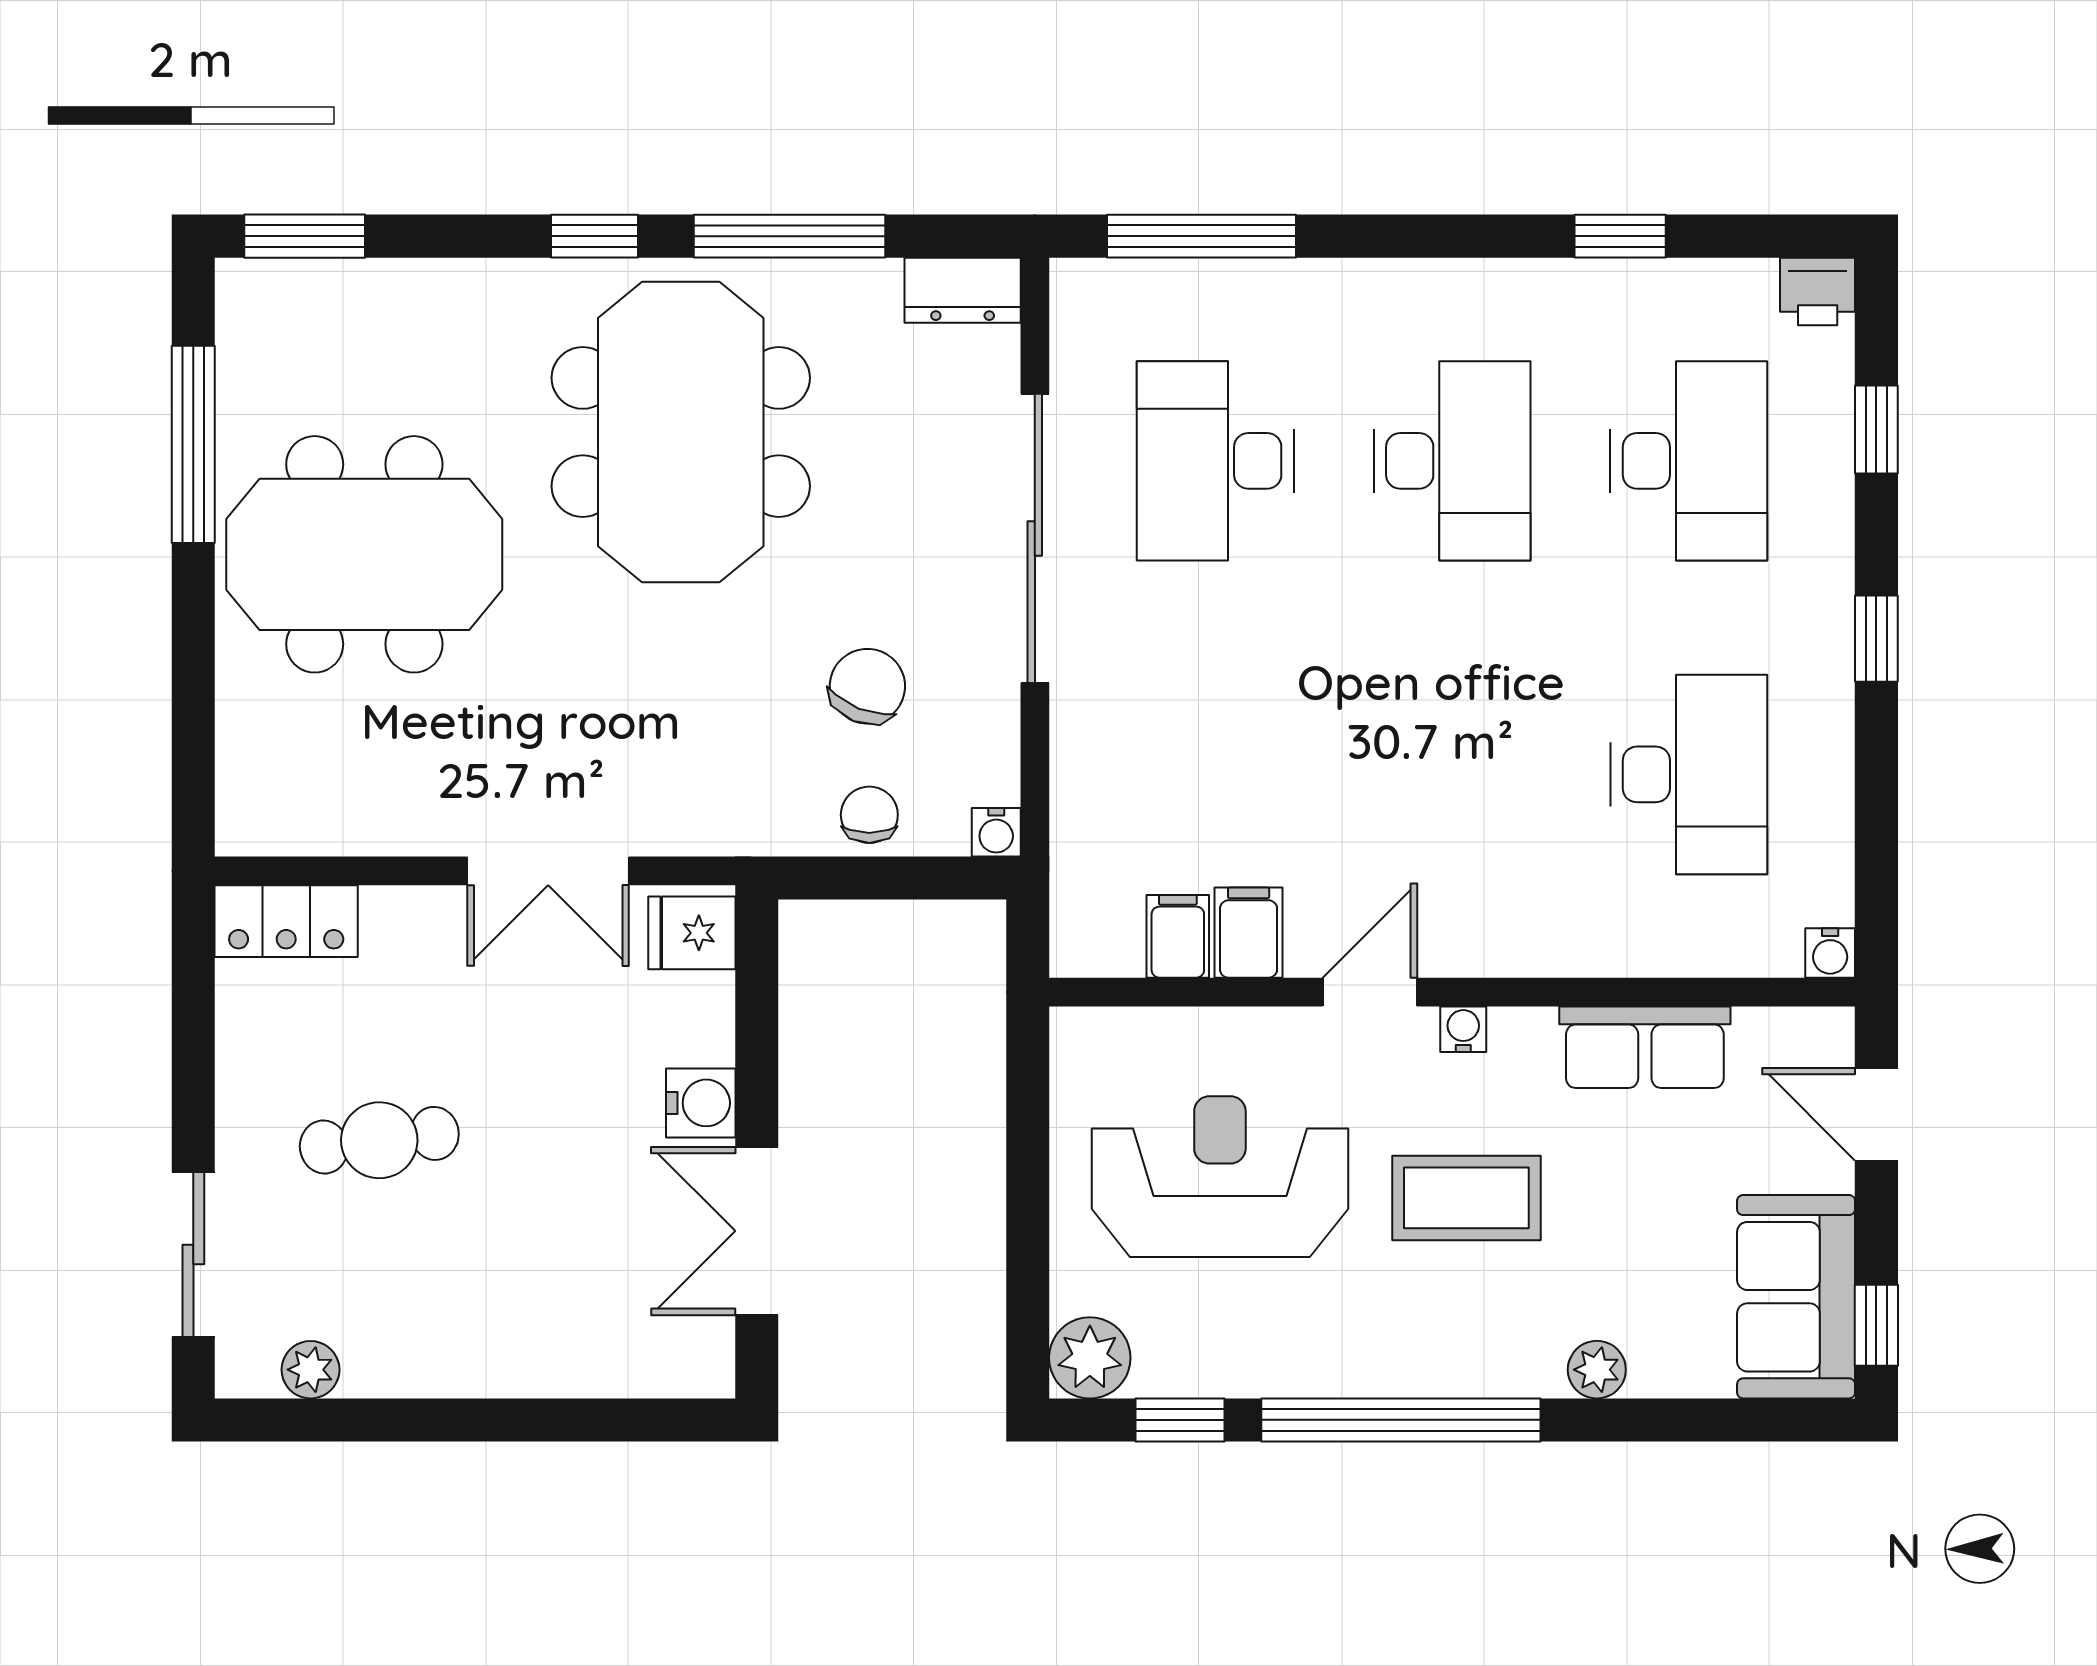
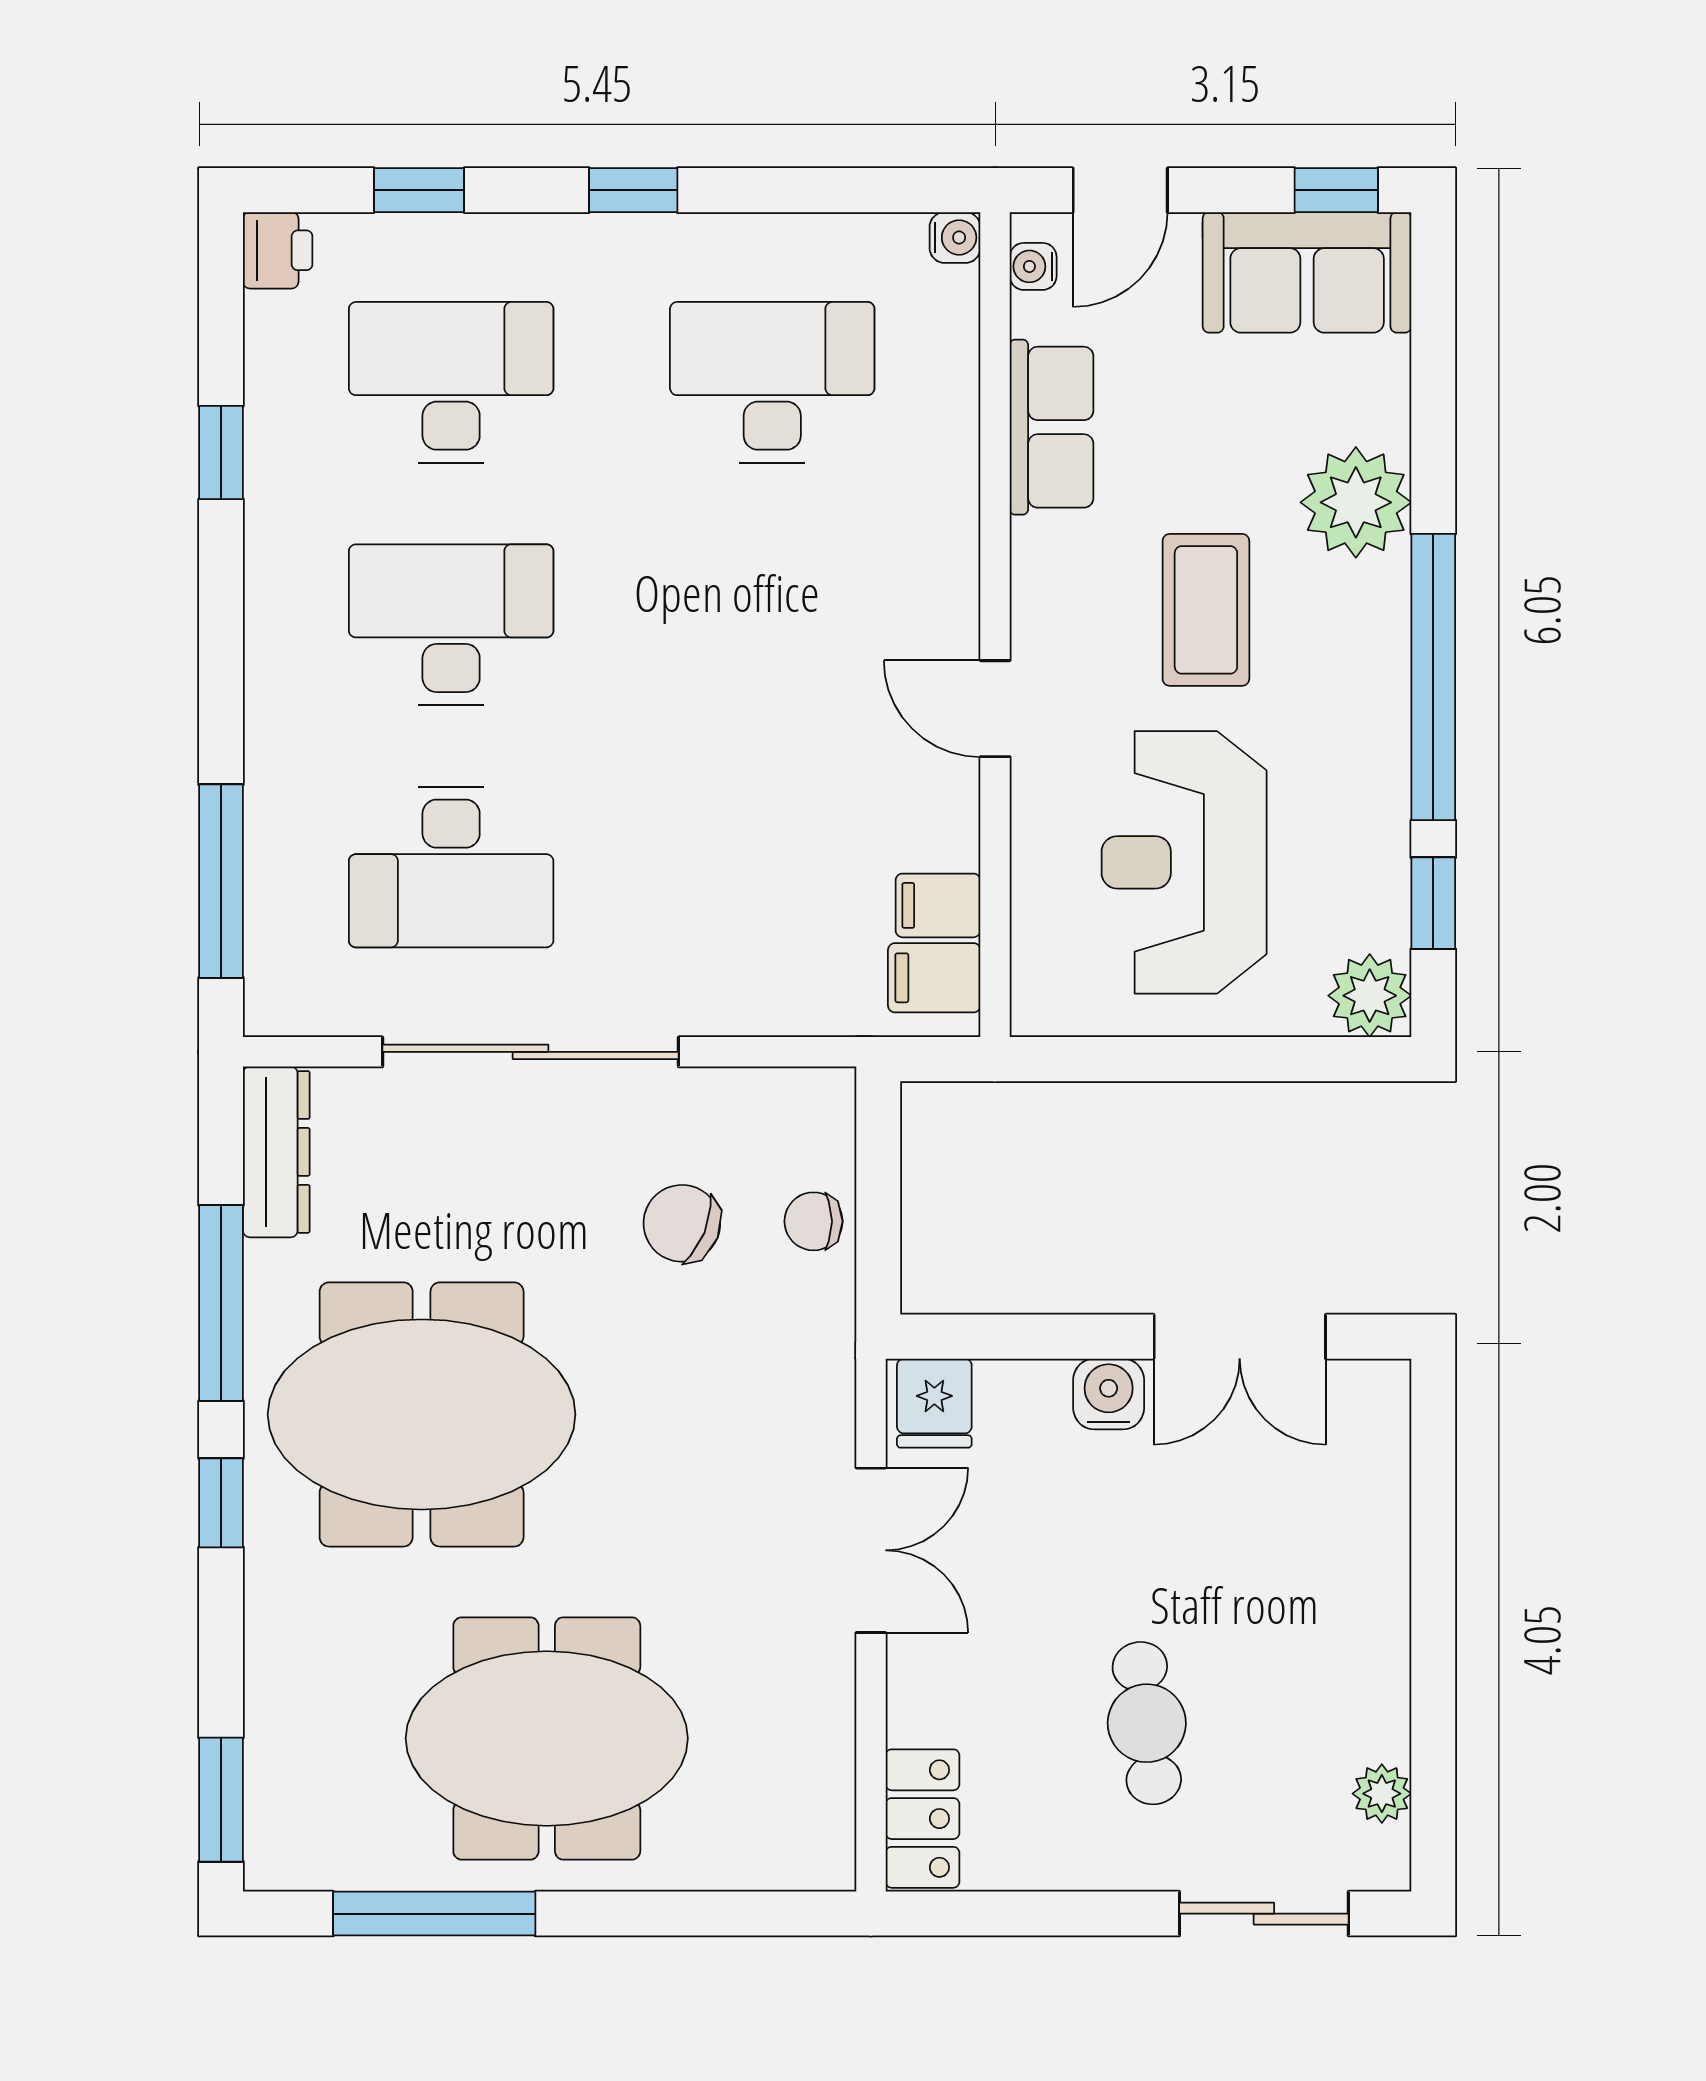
dresser: (963, 290) -> (276, 1152), width x1.44
meeting table: (364, 554) -> (547, 1738), turned 90
water cooler: (996, 832) -> (831, 1091), removed
filing cabinet: (1249, 933) -> (934, 978), moved
water cooler: (1463, 1029) -> (1033, 266), moved
plant: (1597, 1370) -> (1356, 502), width x1.88, depth x1.88

